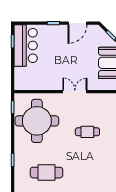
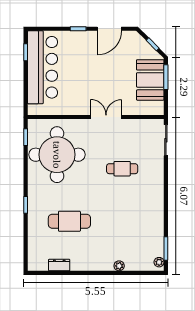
bar counter: (26, 46) -> (43, 67), width x1.36

